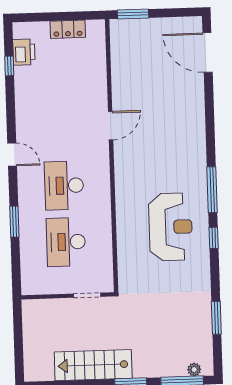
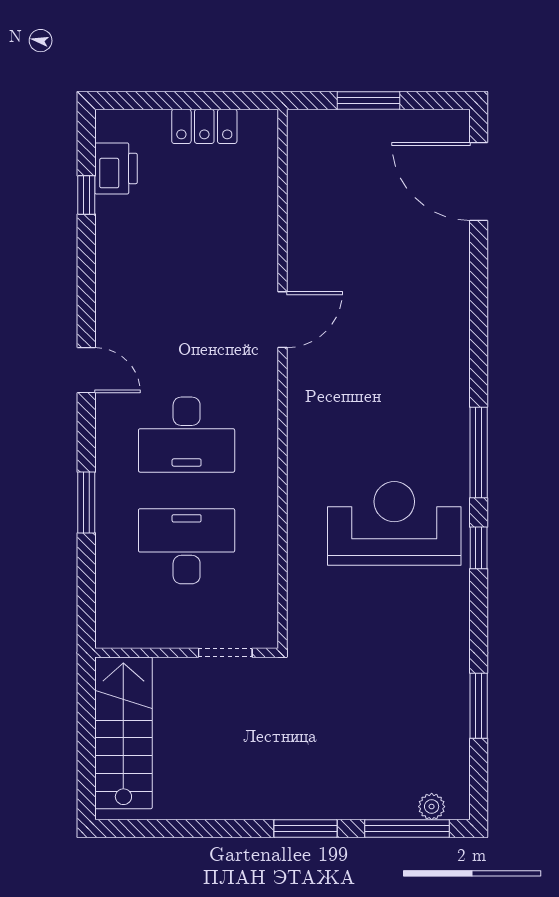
window: (133, 14) -> (368, 100), moved
desk: (64, 185) -> (187, 435), turned -90
reception desk: (171, 227) -> (394, 523), turned -90
desk: (66, 242) -> (187, 546), turned 90
stairs: (93, 365) -> (123, 733), moved, turned 90

